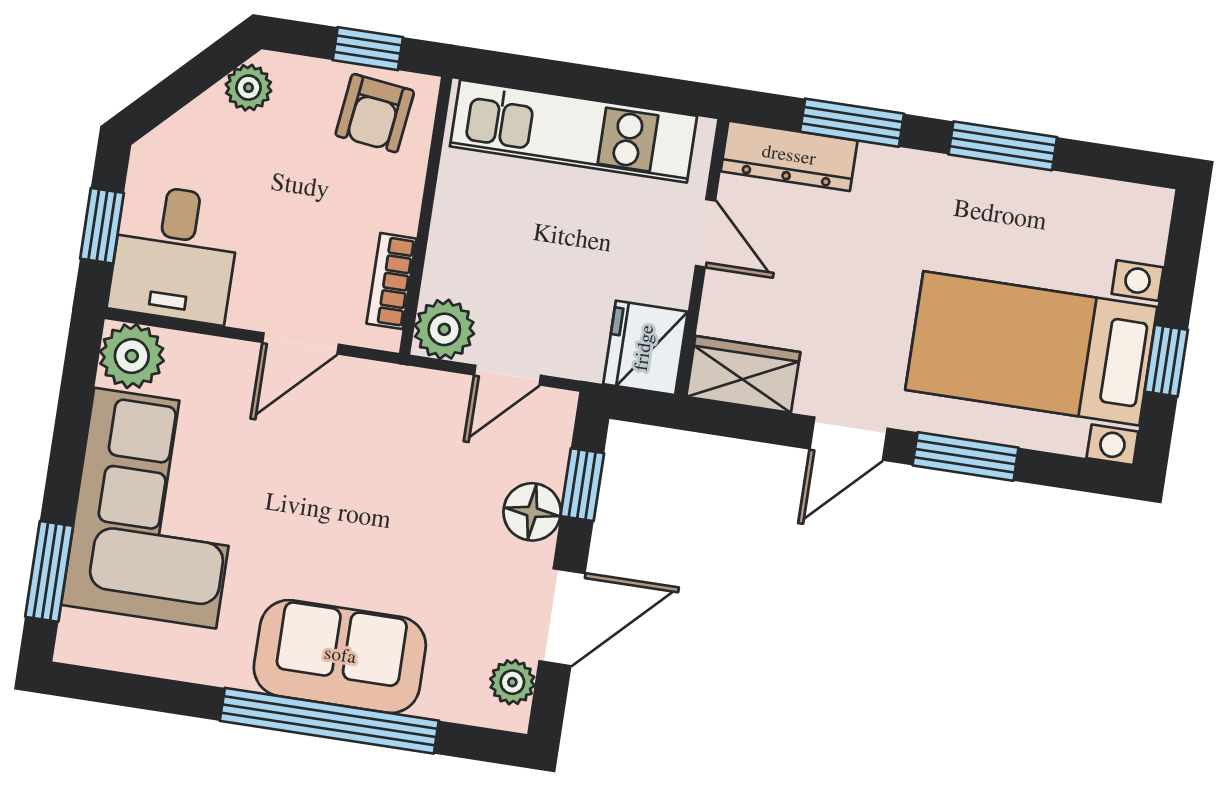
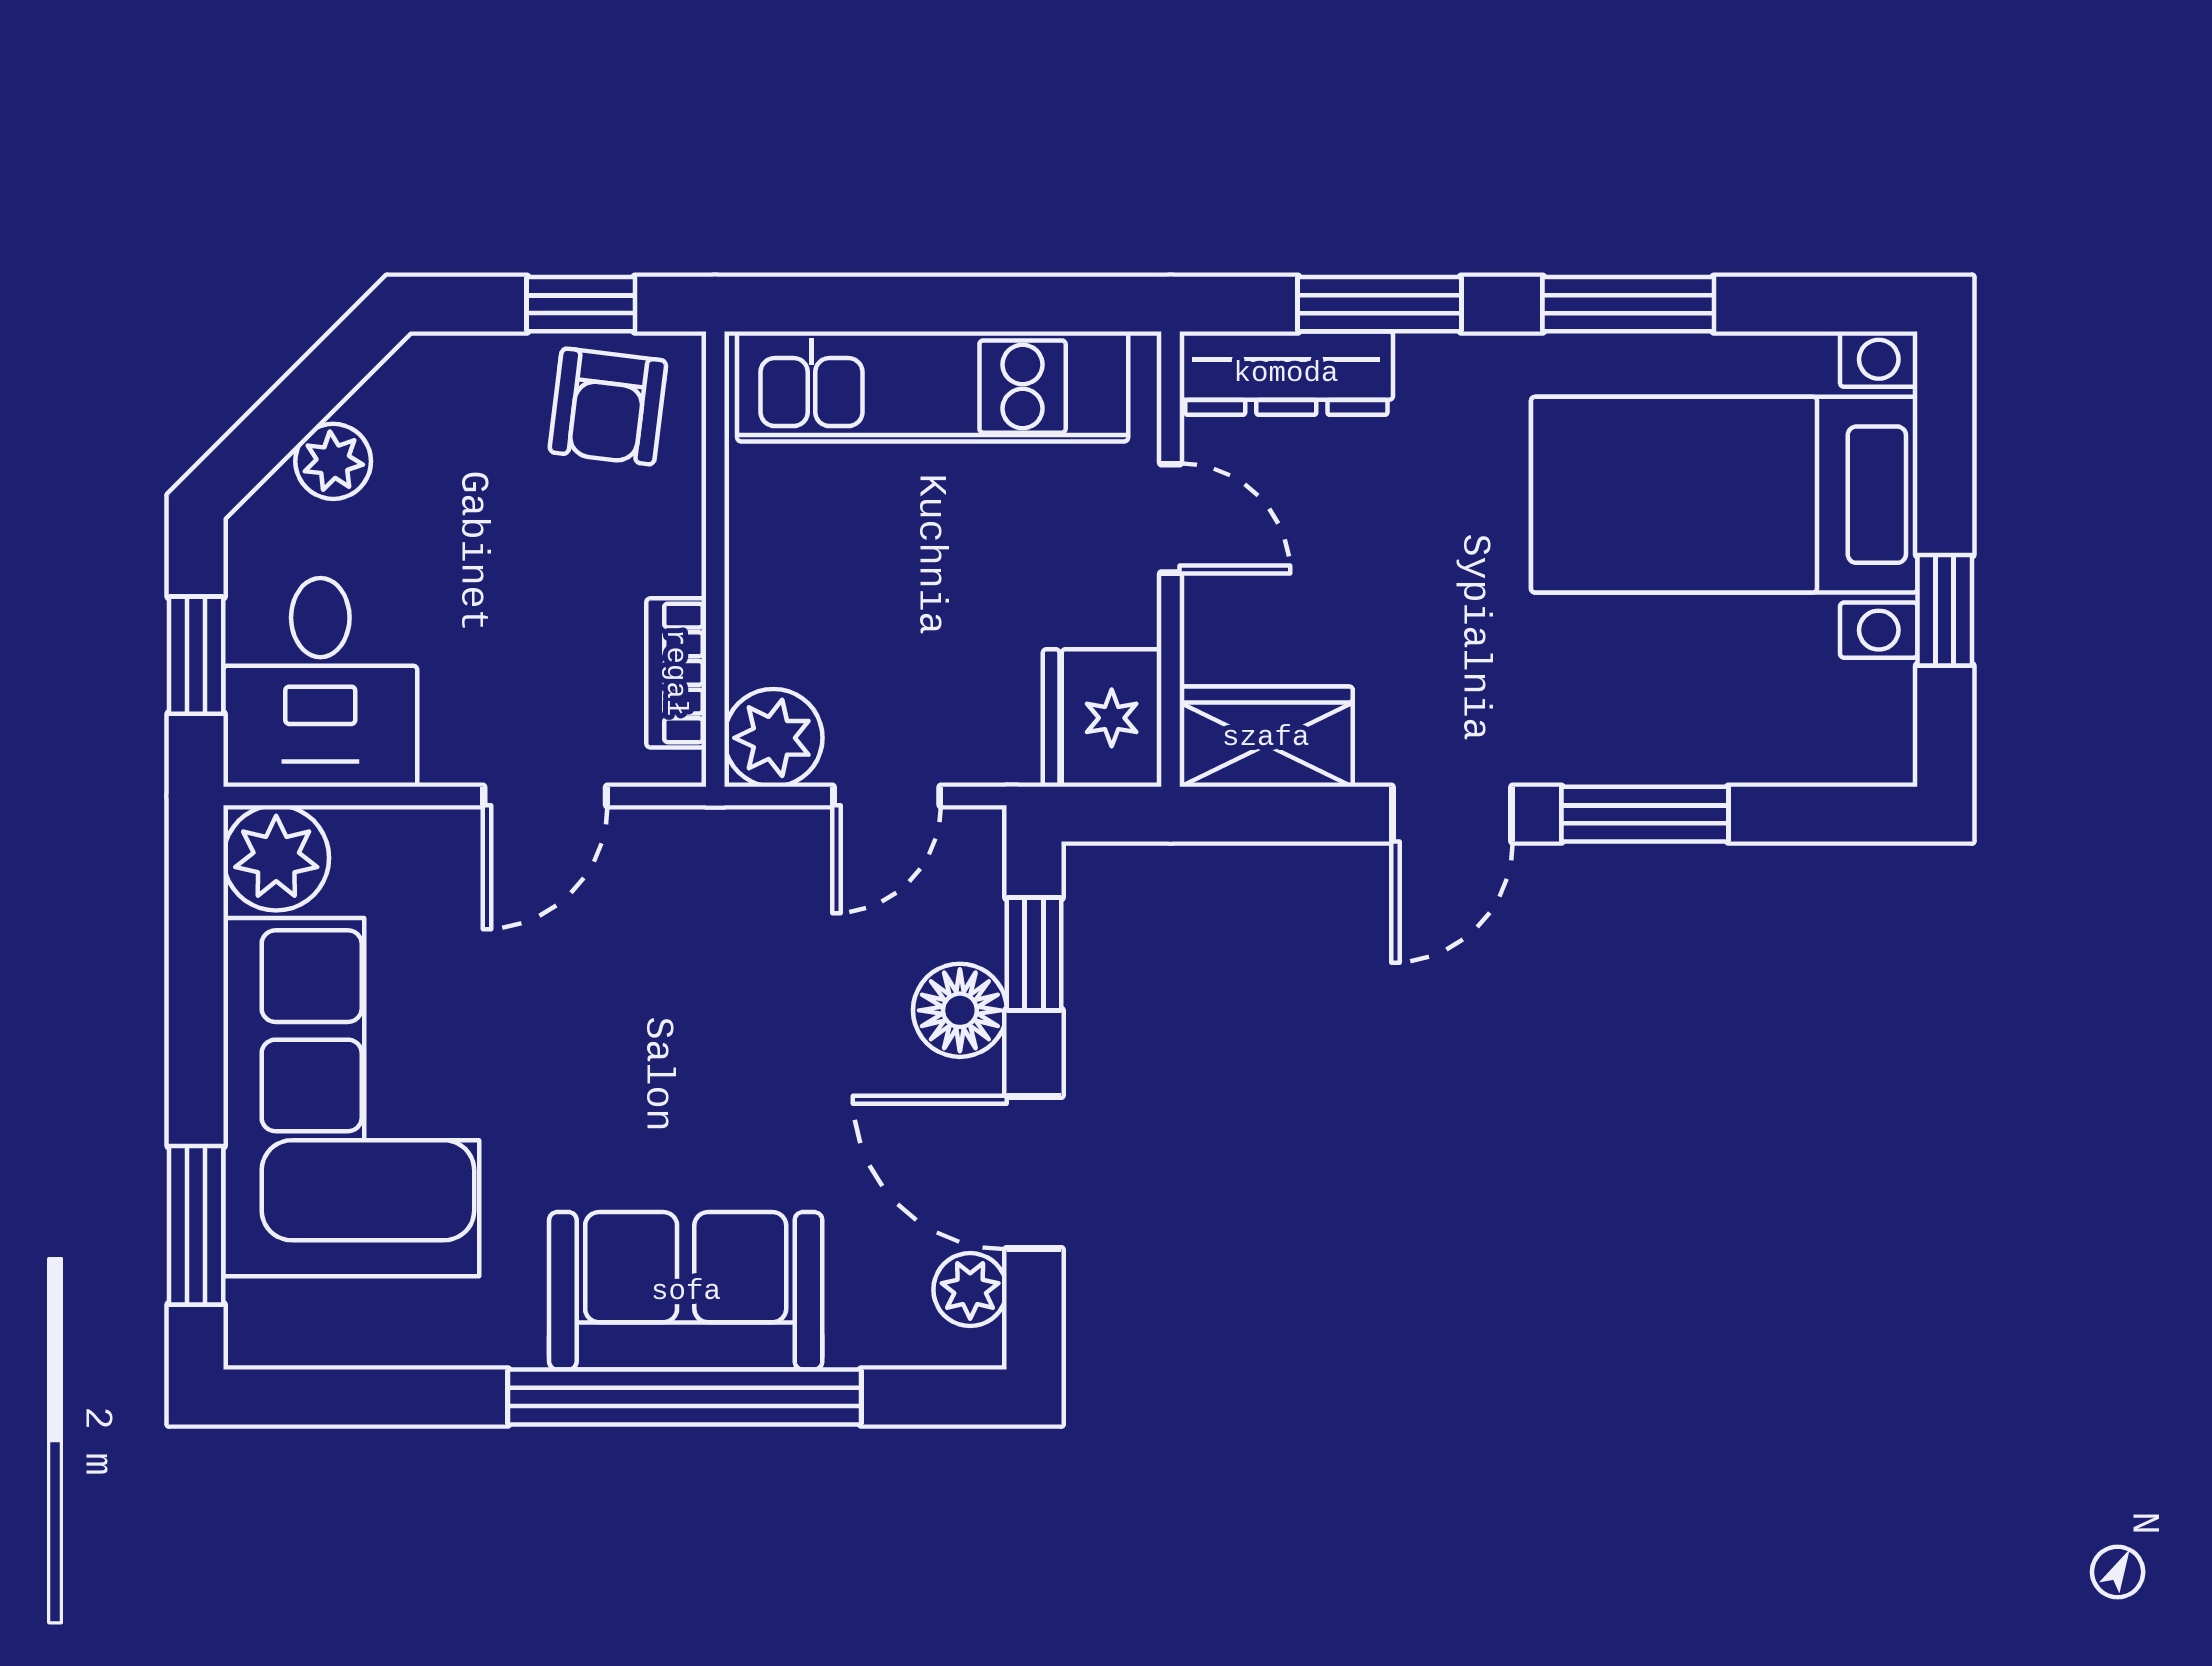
plant: (249, 88) -> (333, 461), moved
bed with nightstands: (1031, 348) -> (1724, 495), moved
door: (562, 617) -> (1034, 1173), swing flipped

